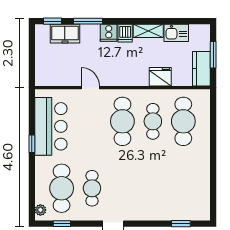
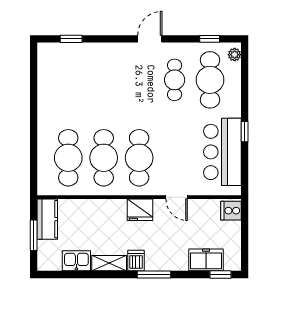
window: (88, 21) -> (154, 275), moved
cooker: (109, 33) -> (231, 211), moved, turned -90
fridge: (160, 77) -> (140, 210), moved
cafe table: (153, 121) -> (104, 158), width x1.37, depth x1.35

